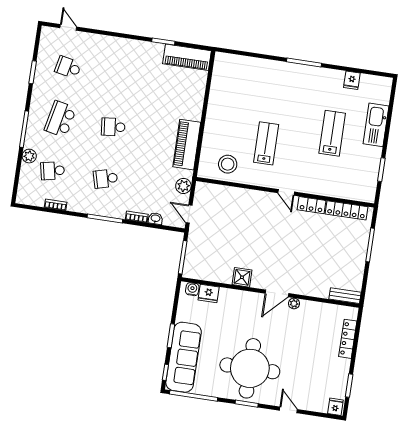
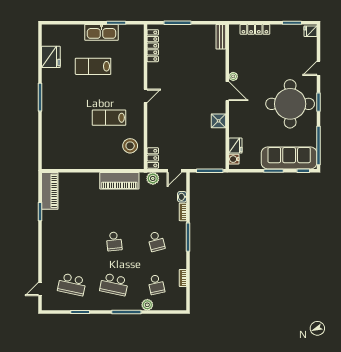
school desk: (68, 67) -> (72, 284), width x1.85
fridge: (352, 80) -> (51, 57), width x1.88, depth x1.34
kitchen sink: (376, 125) -> (101, 32), moved
locker: (312, 205) -> (153, 158), moved

